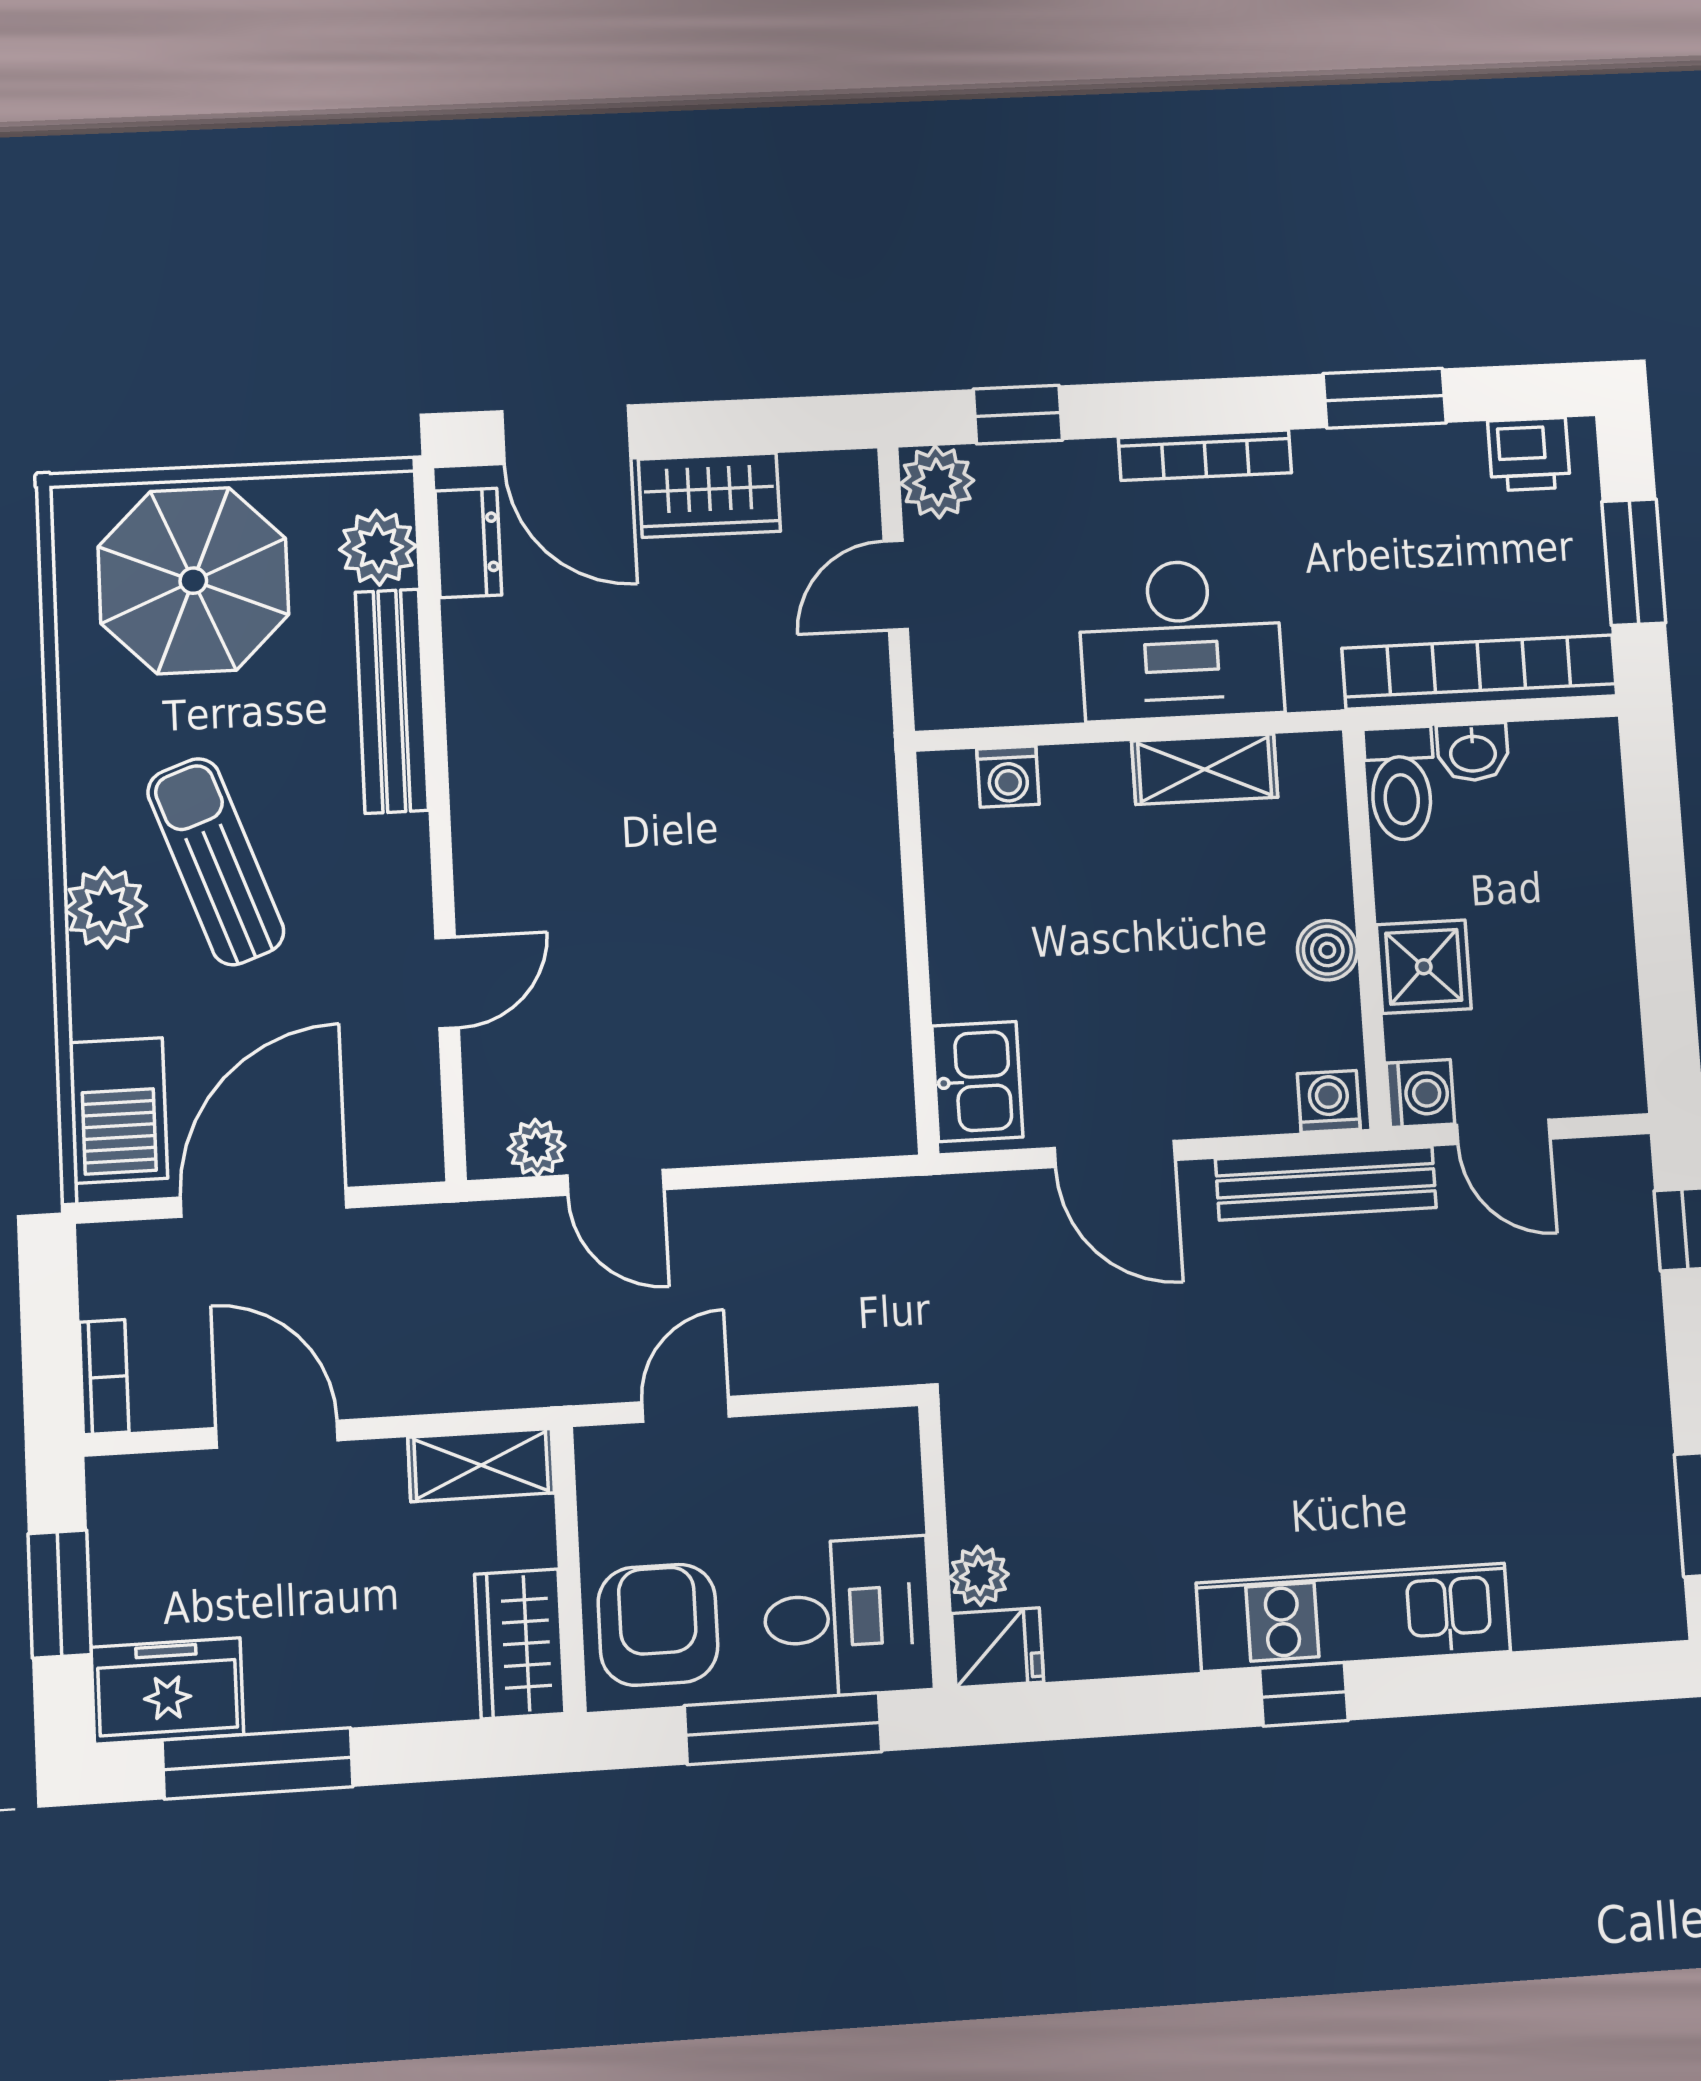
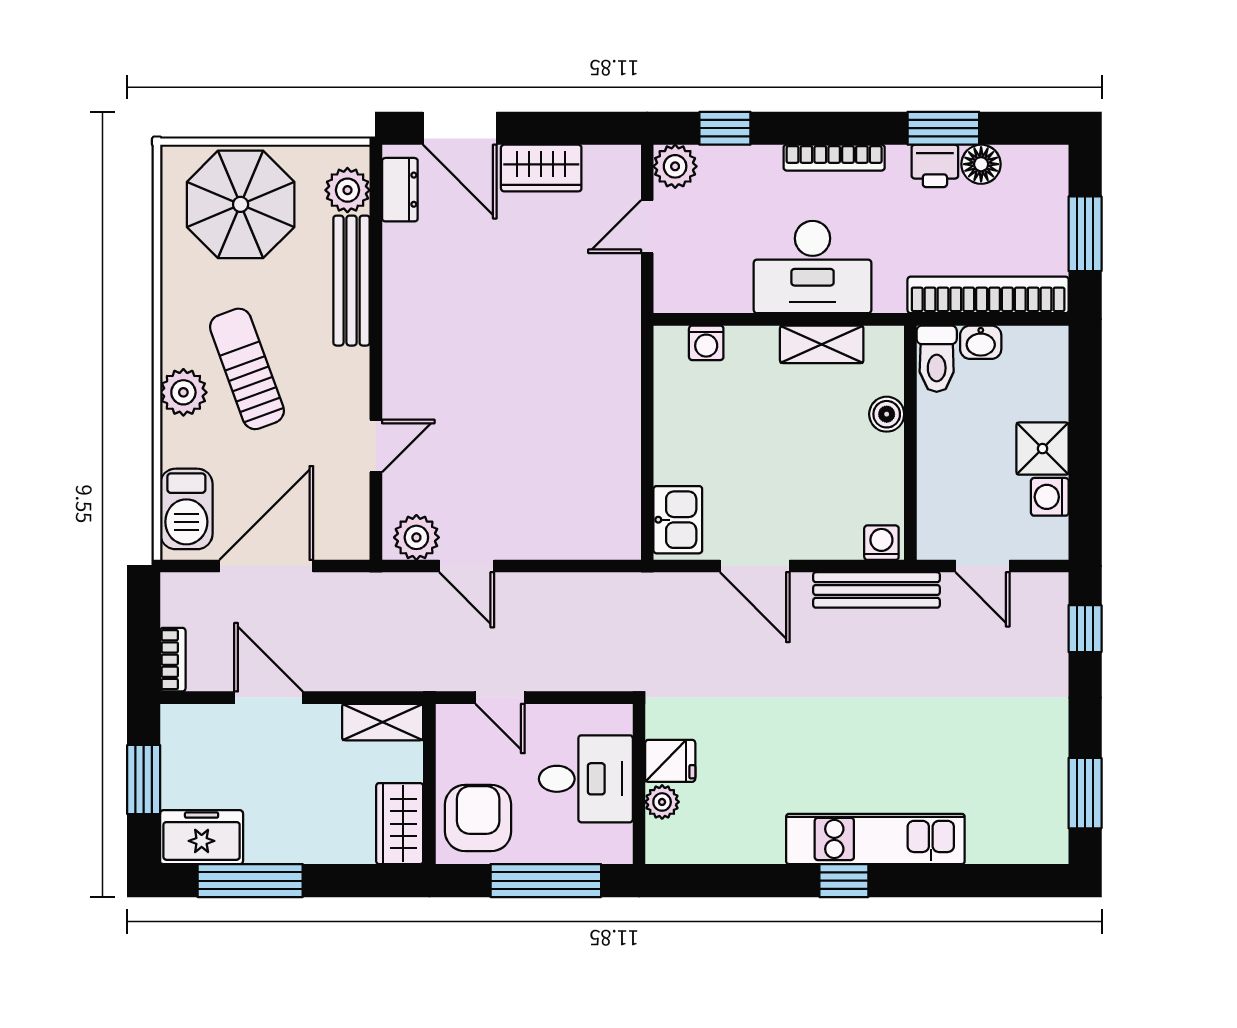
printer: (1529, 454) -> (935, 166), moved
floor lamp: (1452, 455) -> (981, 164), added
boiler: (1327, 950) -> (887, 414), moved
shower: (1424, 967) -> (1042, 449), moved
washing machine: (1420, 1094) -> (1050, 497), moved, turned 180
plant: (537, 1148) -> (416, 537), width x1.38, depth x1.38
door: (686, 1409) -> (500, 698), swing flipped
desk: (848, 1617) -> (586, 779), moved
fridge: (998, 1648) -> (670, 761), moved

